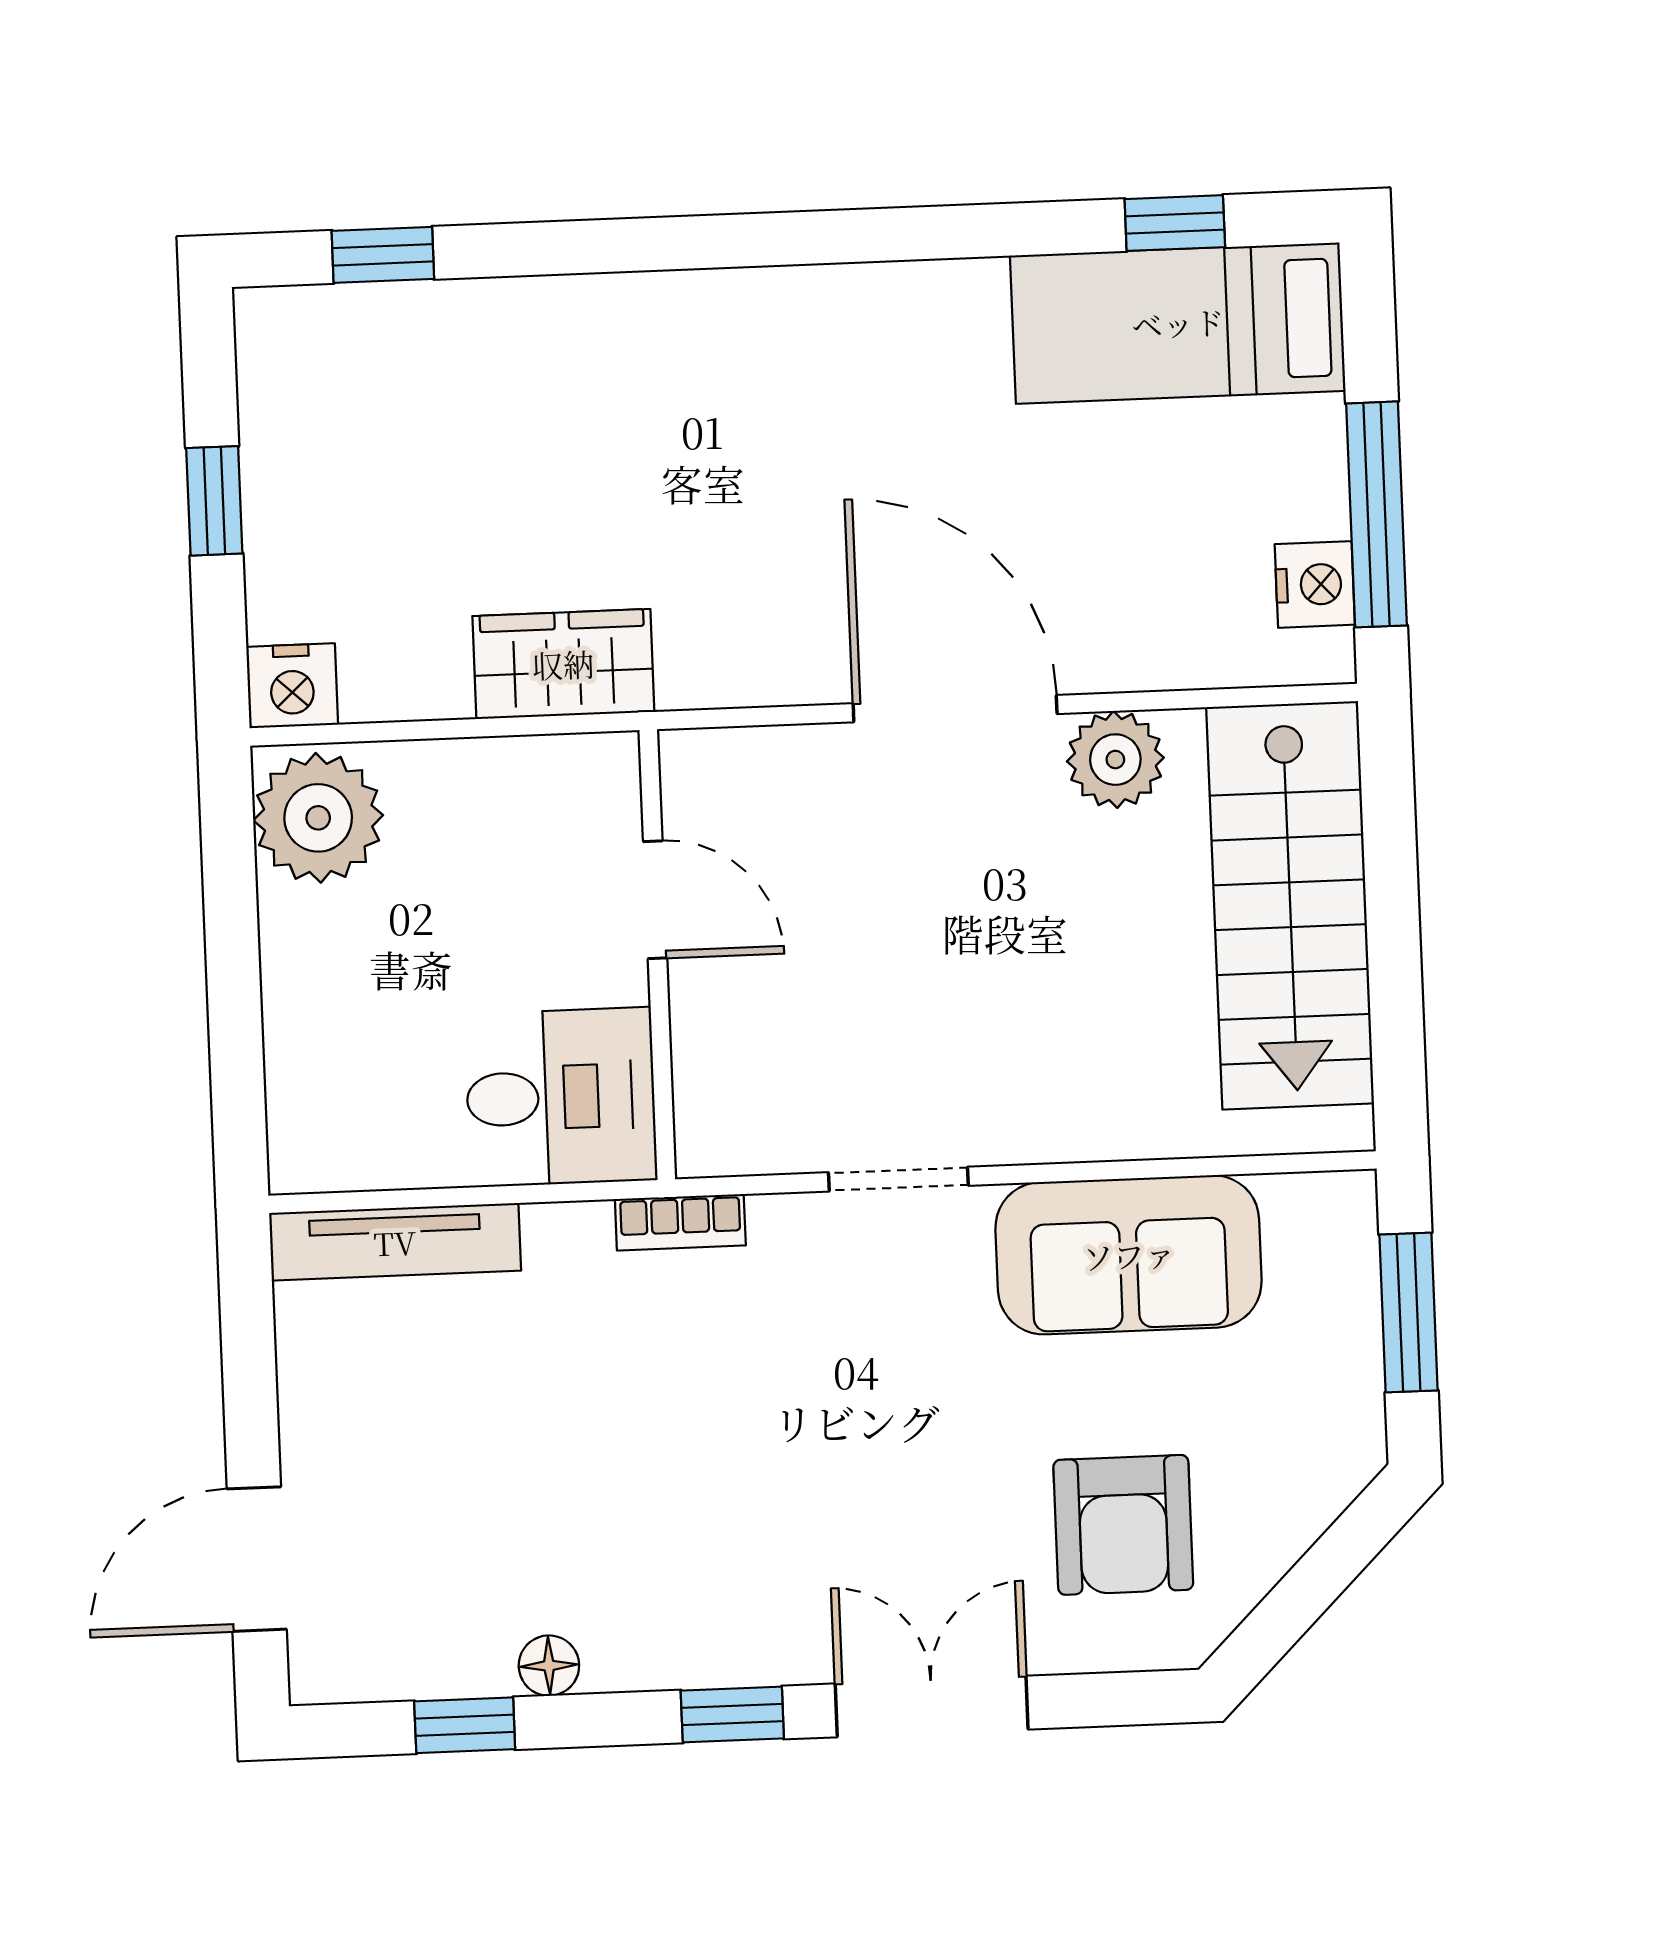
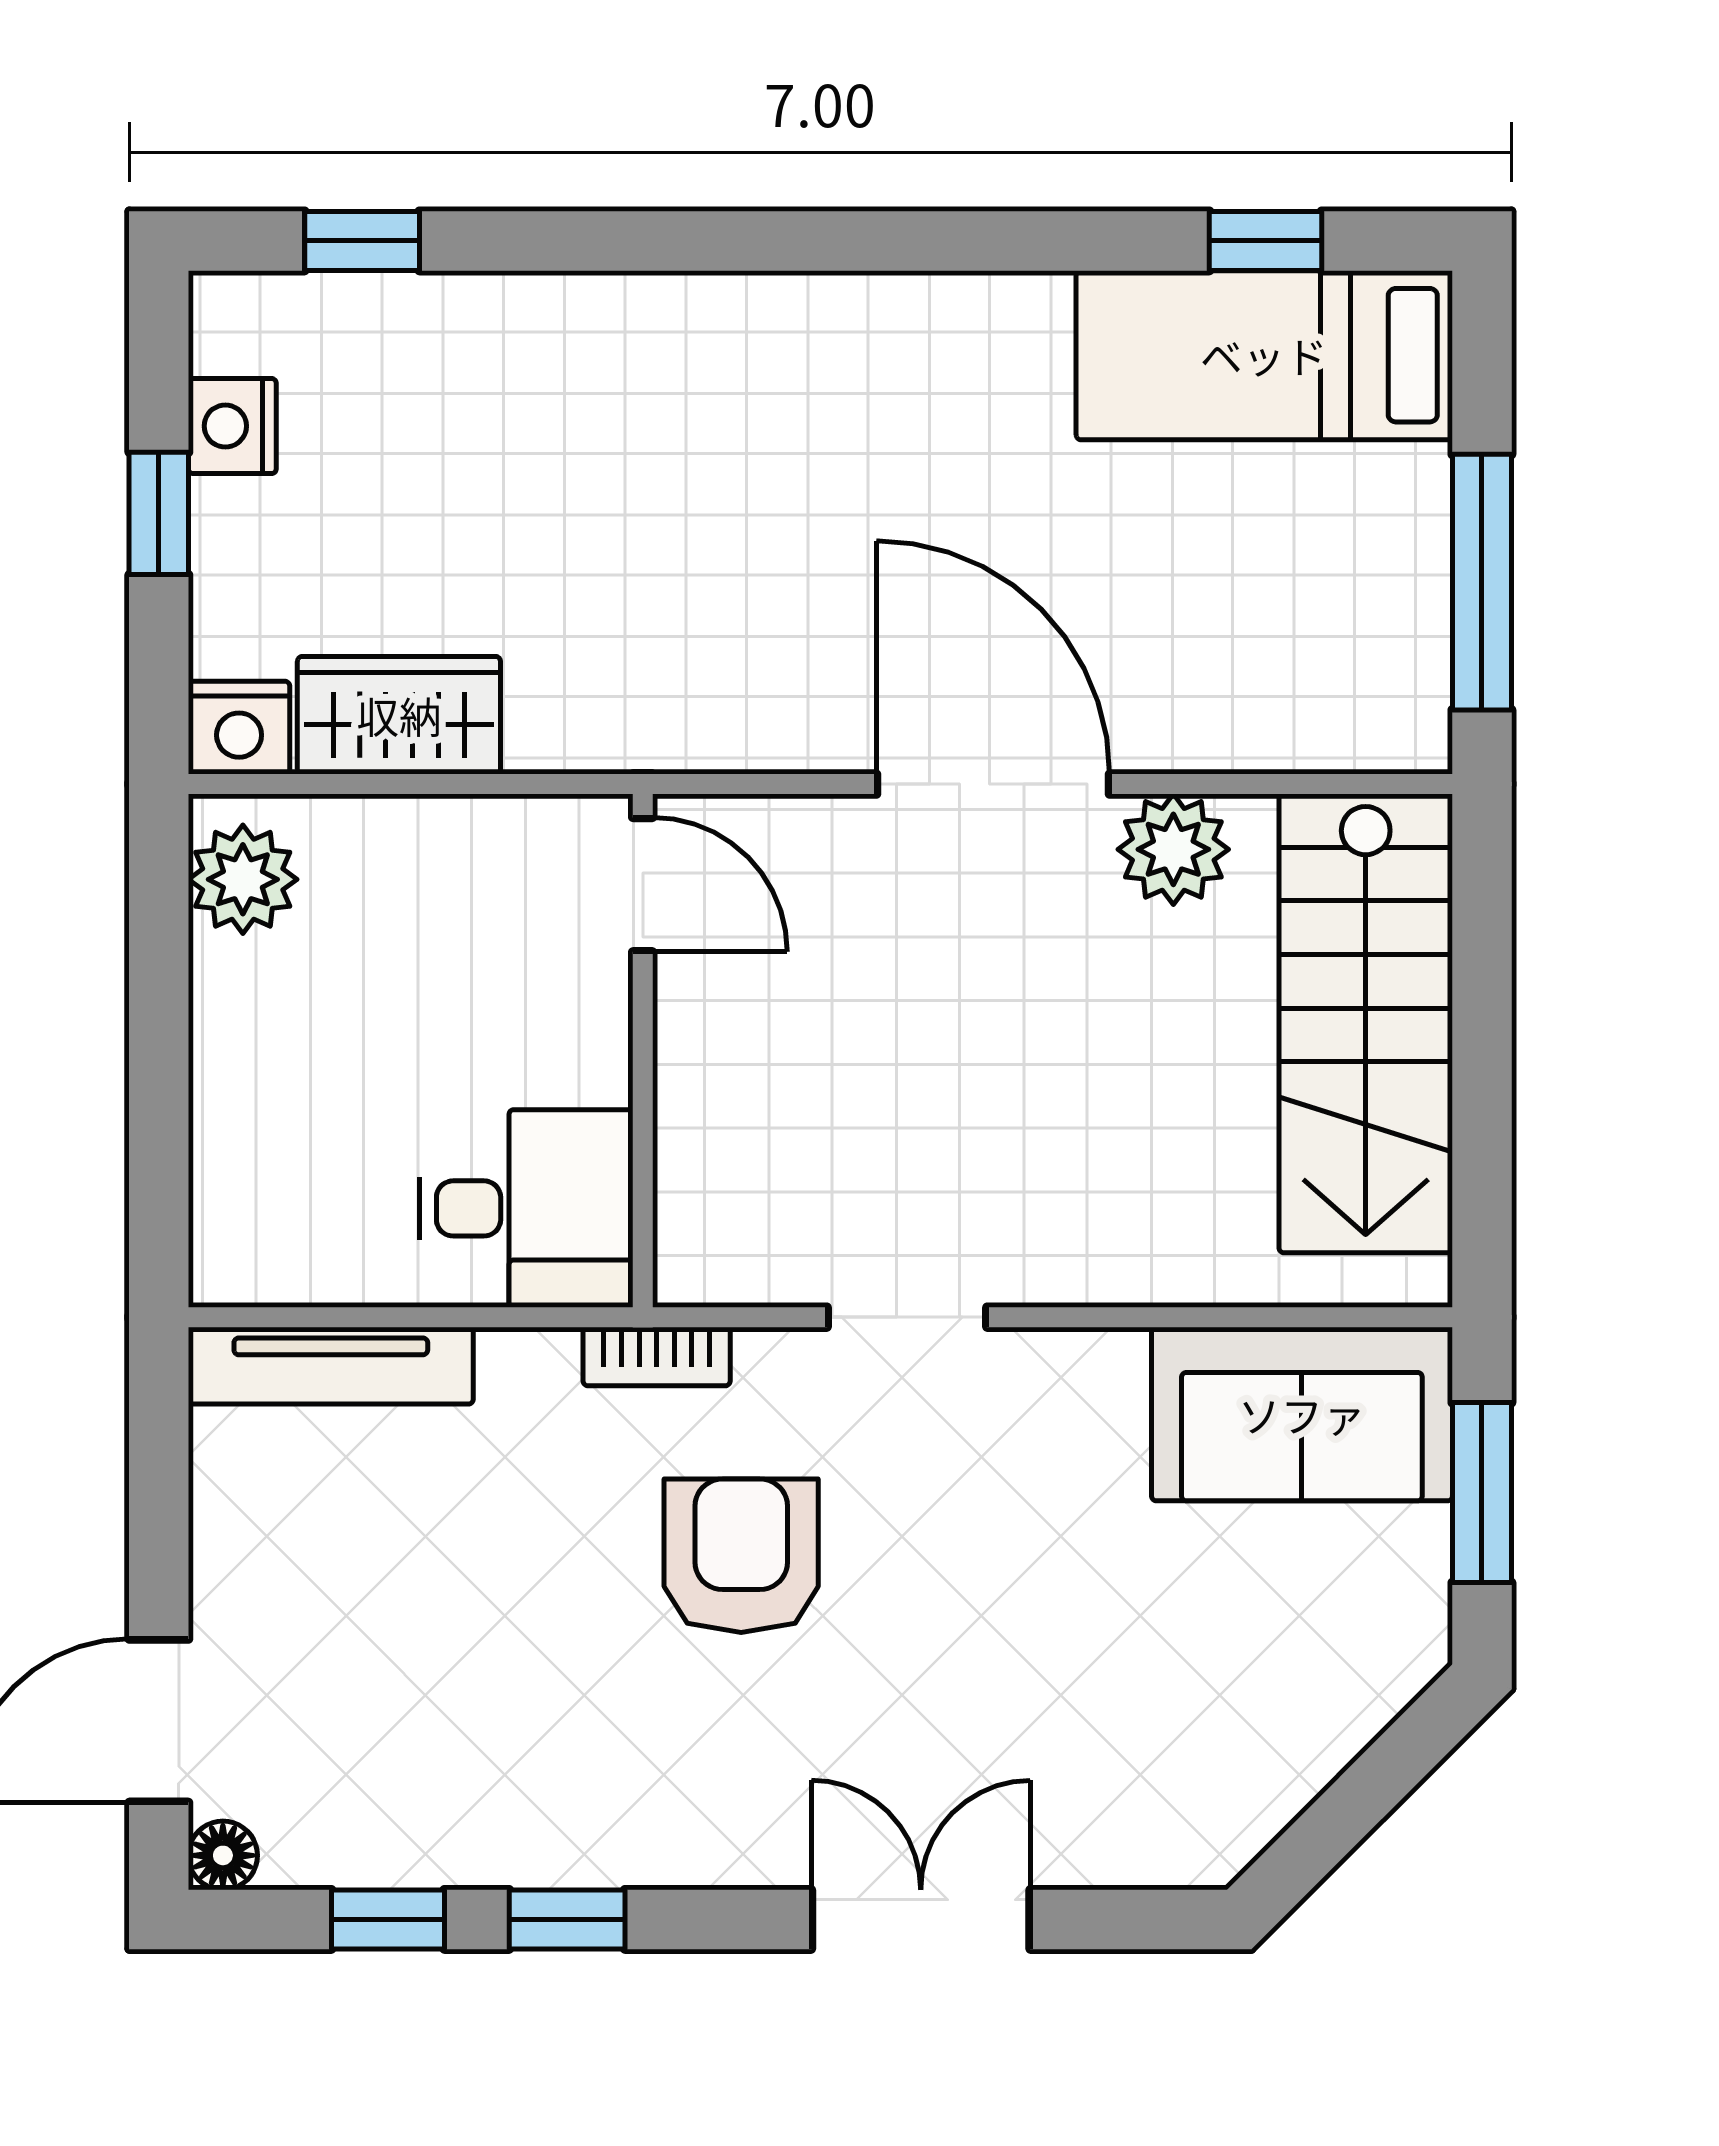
nightstand: (1315, 584) -> (232, 426), moved, turned 180
wardrobe: (563, 664) -> (399, 715), moved
plant: (318, 818) -> (243, 879), width x0.73, depth x0.73
door: (655, 900) -> (643, 885), moved
sofa: (1129, 1255) -> (1302, 1414), moved
armchair: (1123, 1525) -> (741, 1556), moved, turned 180
floor lamp: (549, 1666) -> (223, 1855), moved
window: (732, 1715) -> (567, 1919), moved

